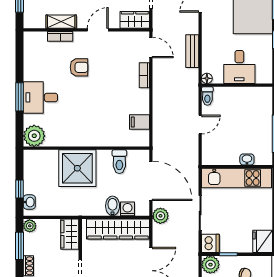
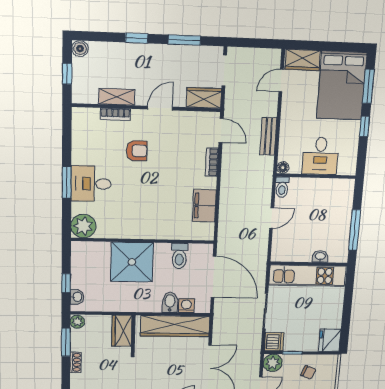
filing cabinet: (140, 122) -> (204, 206), width x2.00
plant: (160, 216) -> (222, 313), removed

